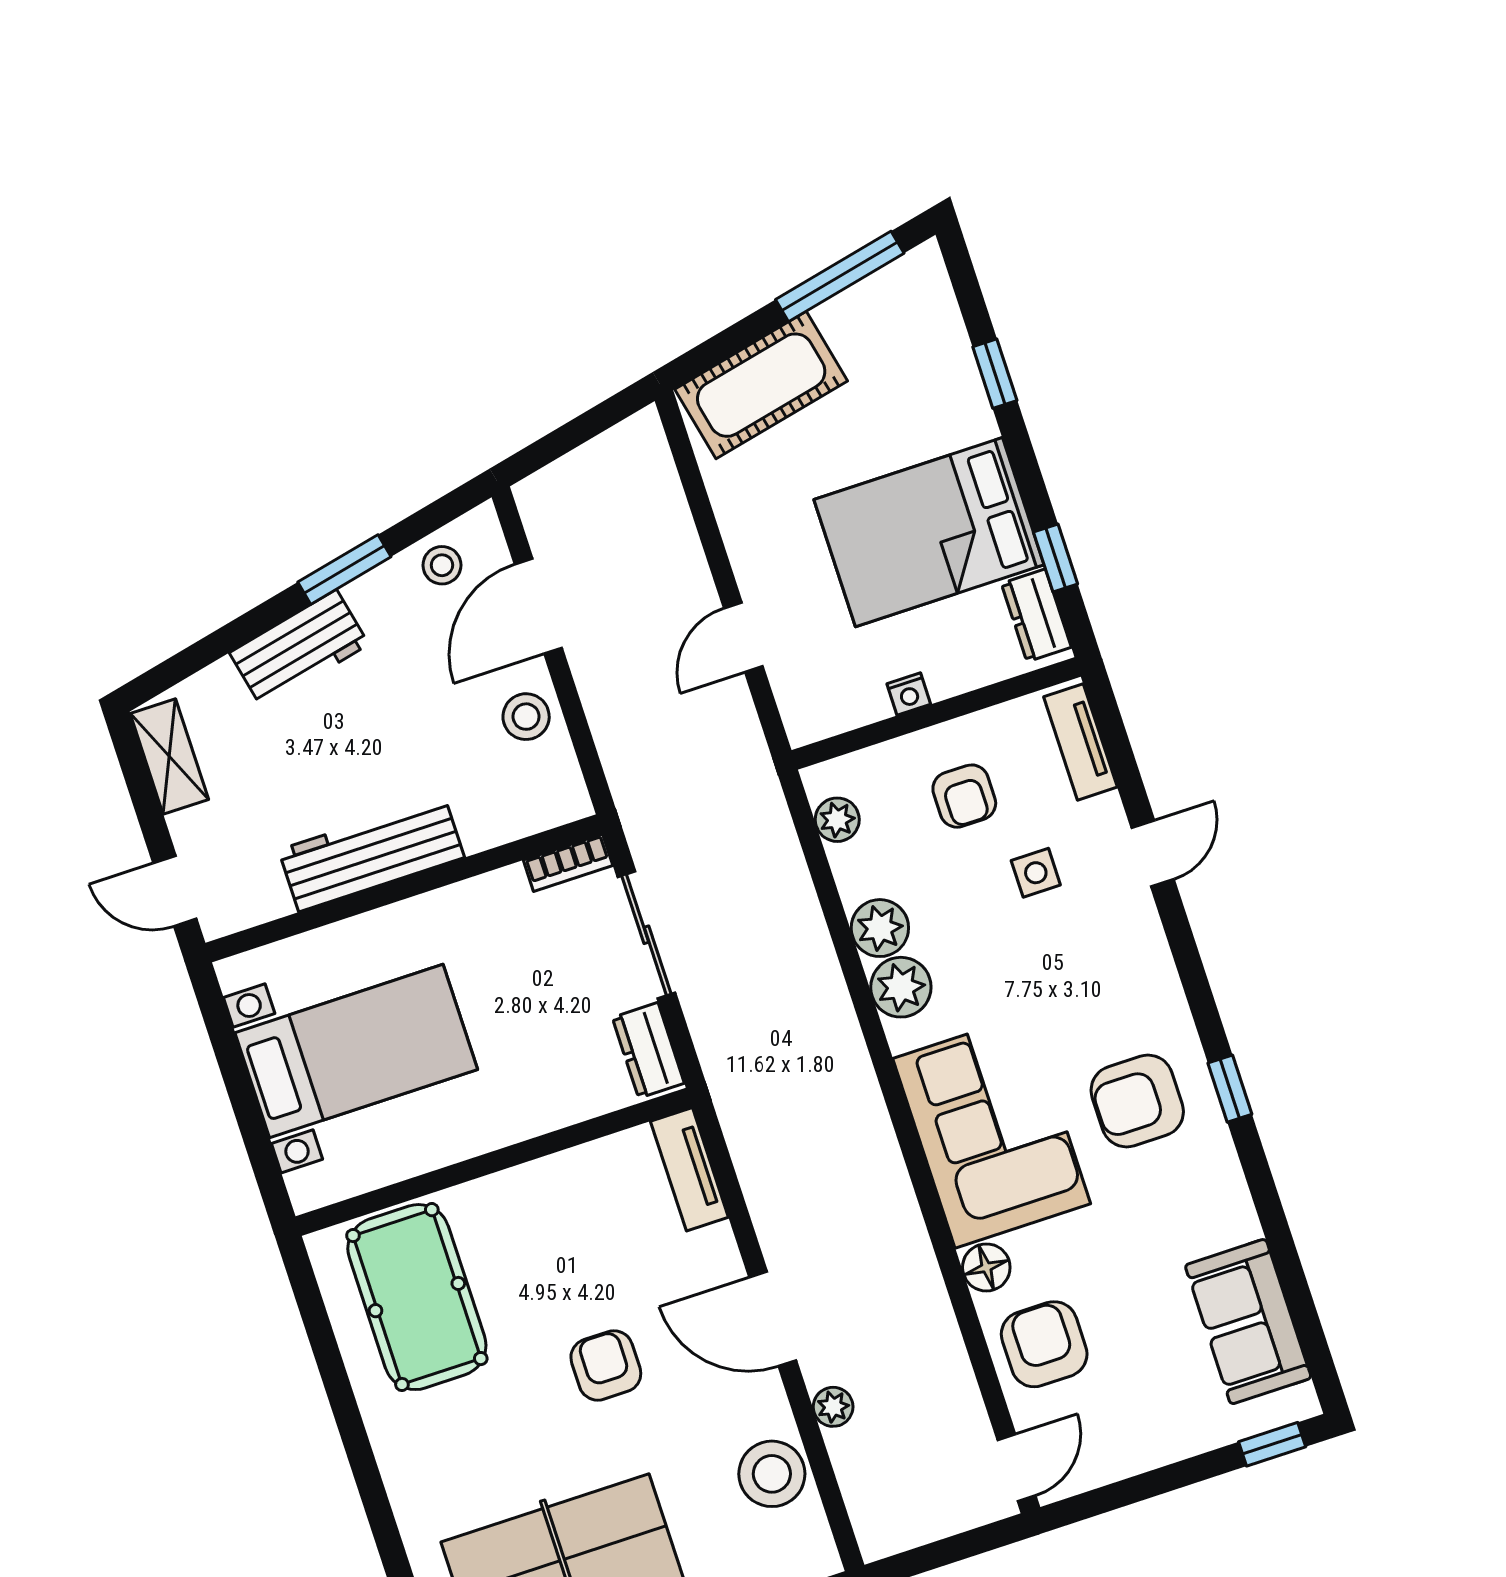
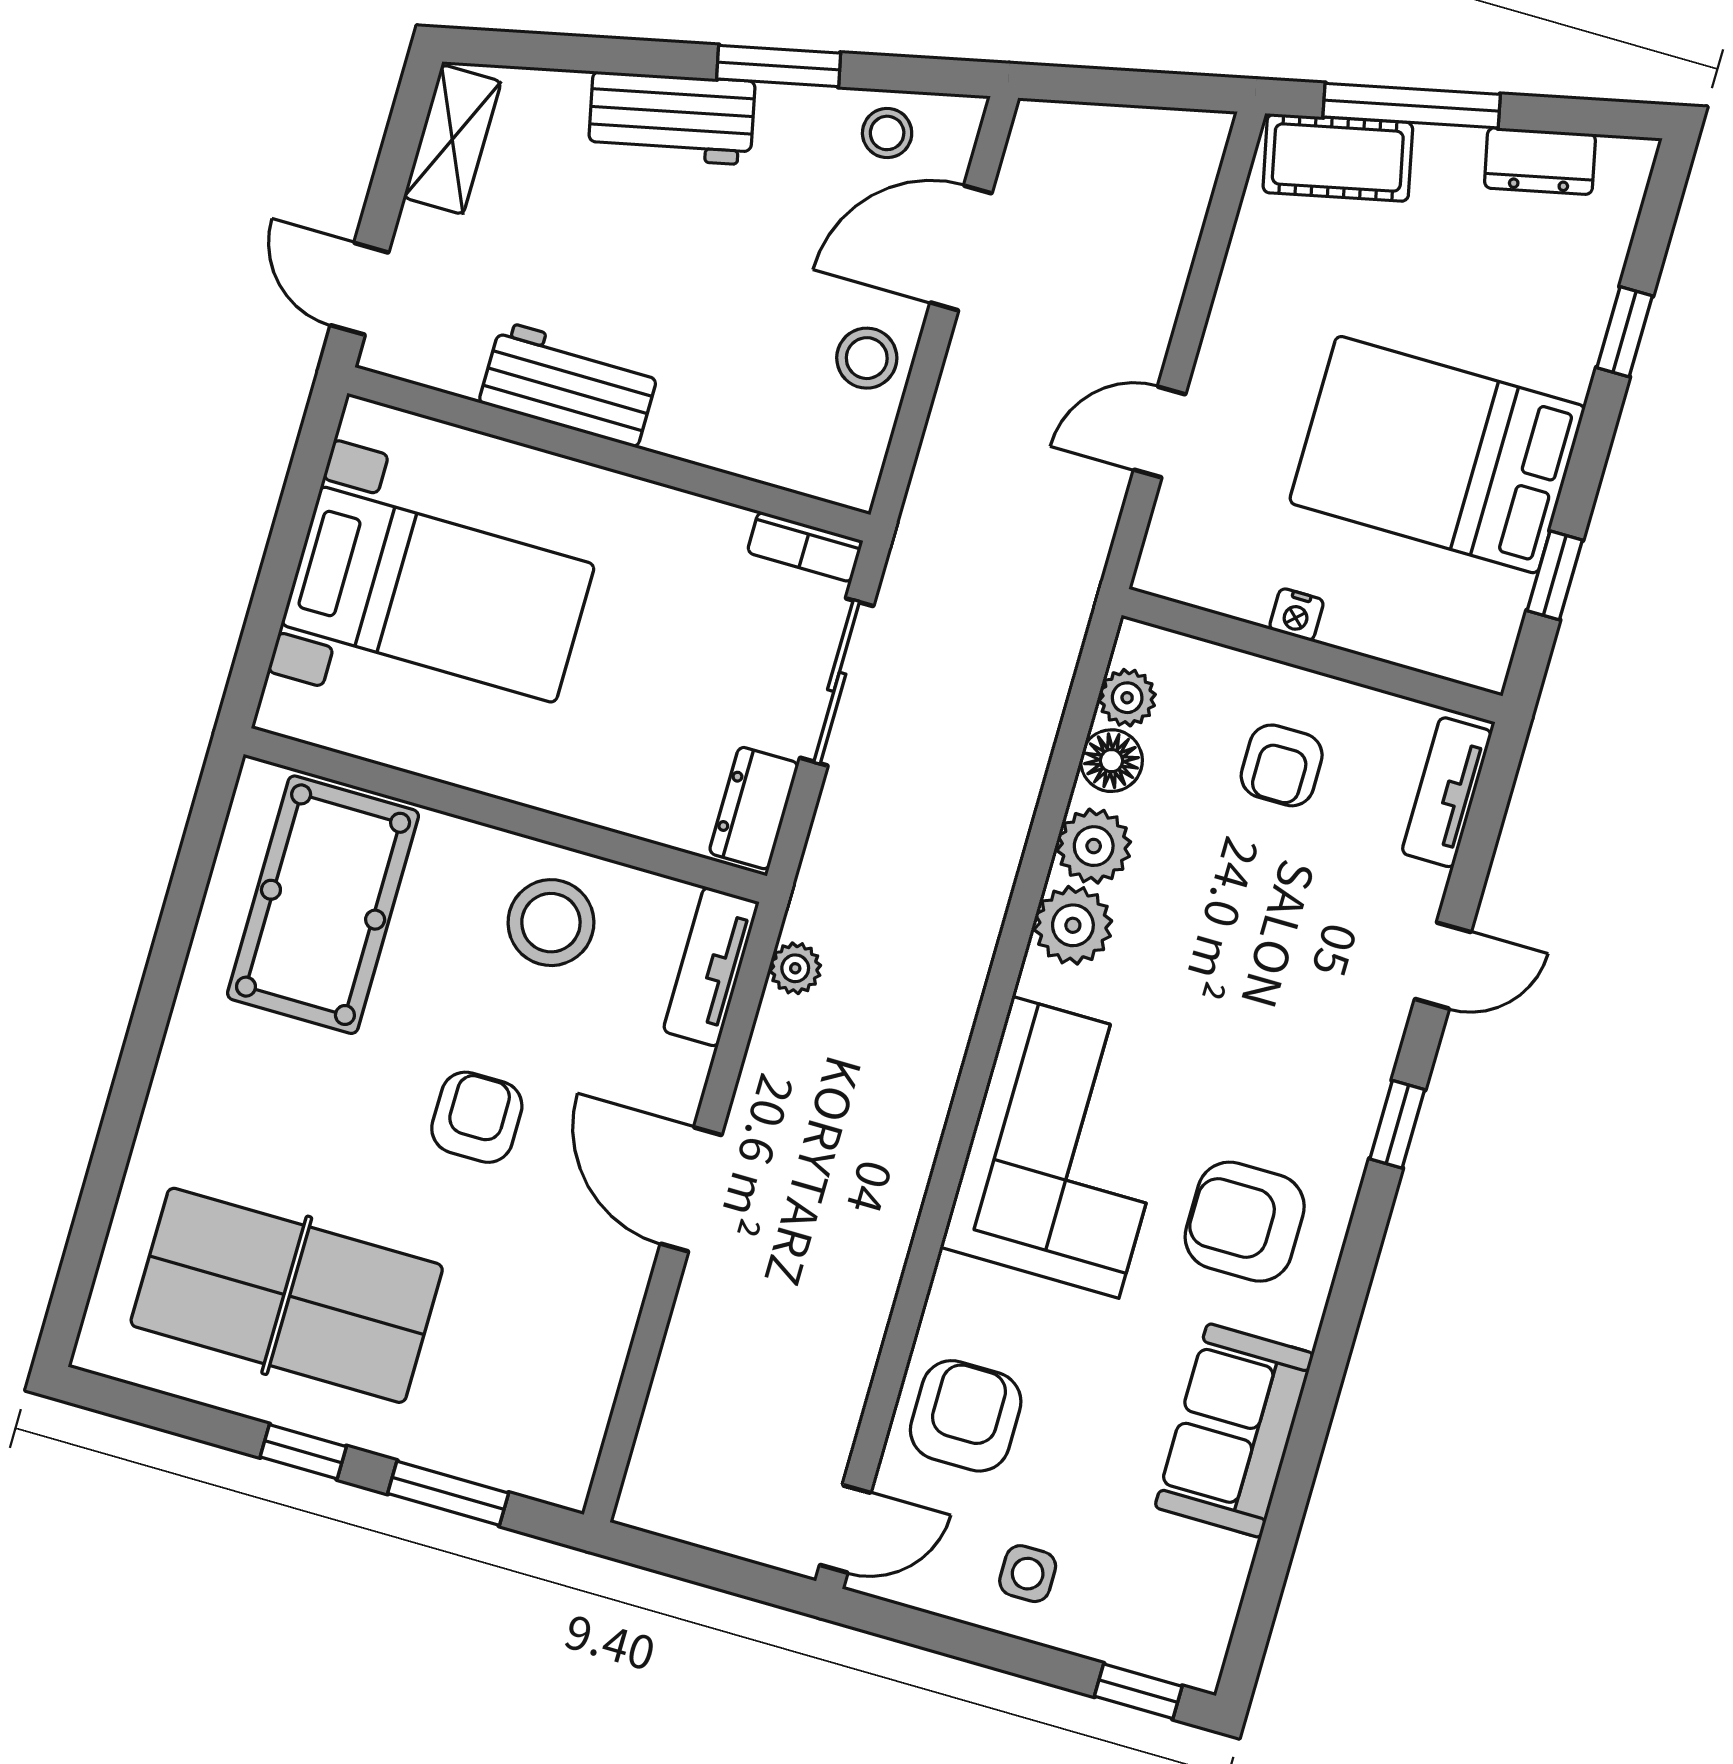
window: (840, 276) -> (1412, 106), moved
cot: (761, 385) -> (1338, 158), width x0.73, depth x0.75
dresser: (1036, 615) -> (1540, 161), moved, turned -102
workbench: (372, 854) -> (569, 384), width x0.73
side table: (1036, 873) -> (1028, 1574), moved
window: (1230, 1089) -> (1397, 1124), moved
floor lamp: (986, 1267) -> (1111, 761), moved
sofa: (1248, 1322) -> (1234, 1430), moved
plant: (833, 1407) -> (795, 968), moved
stool: (772, 1474) -> (551, 923), moved

